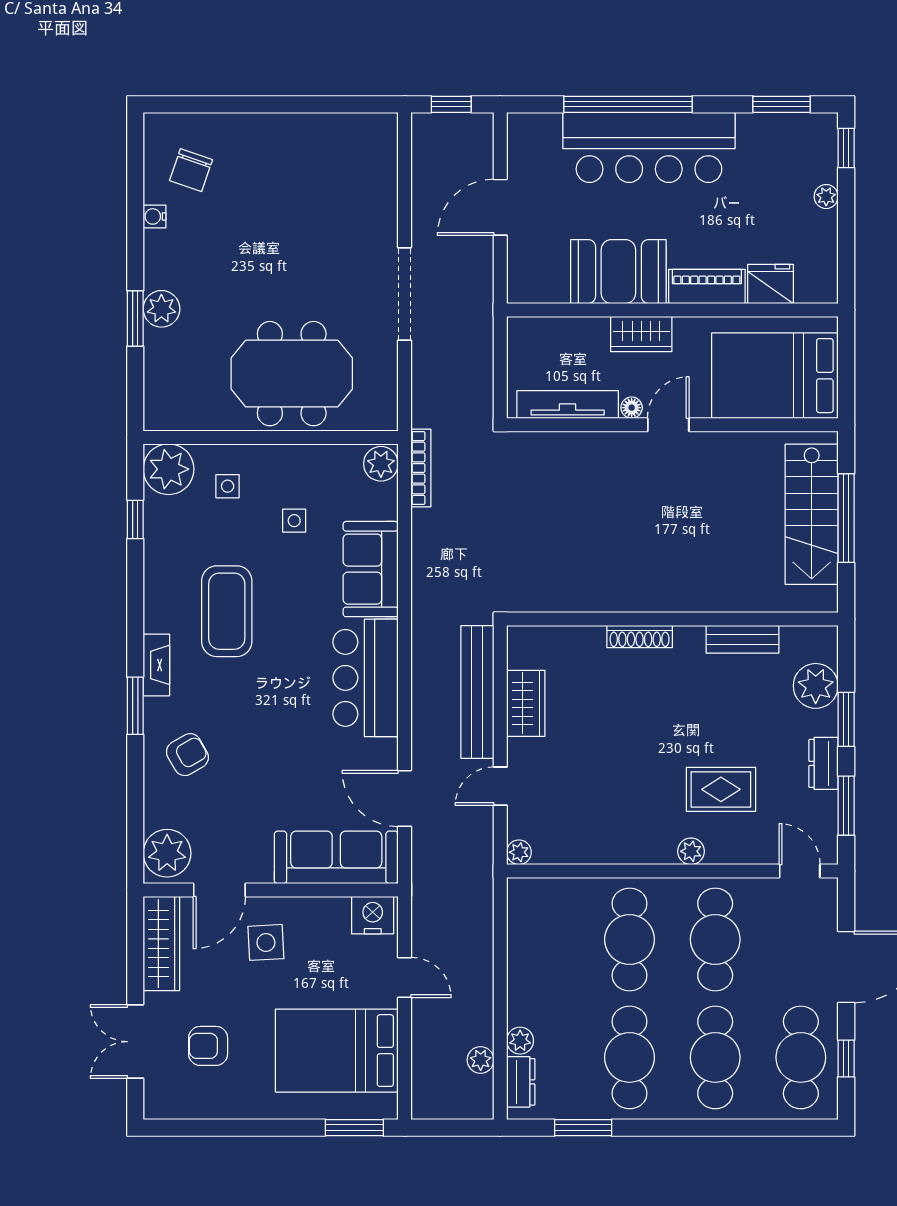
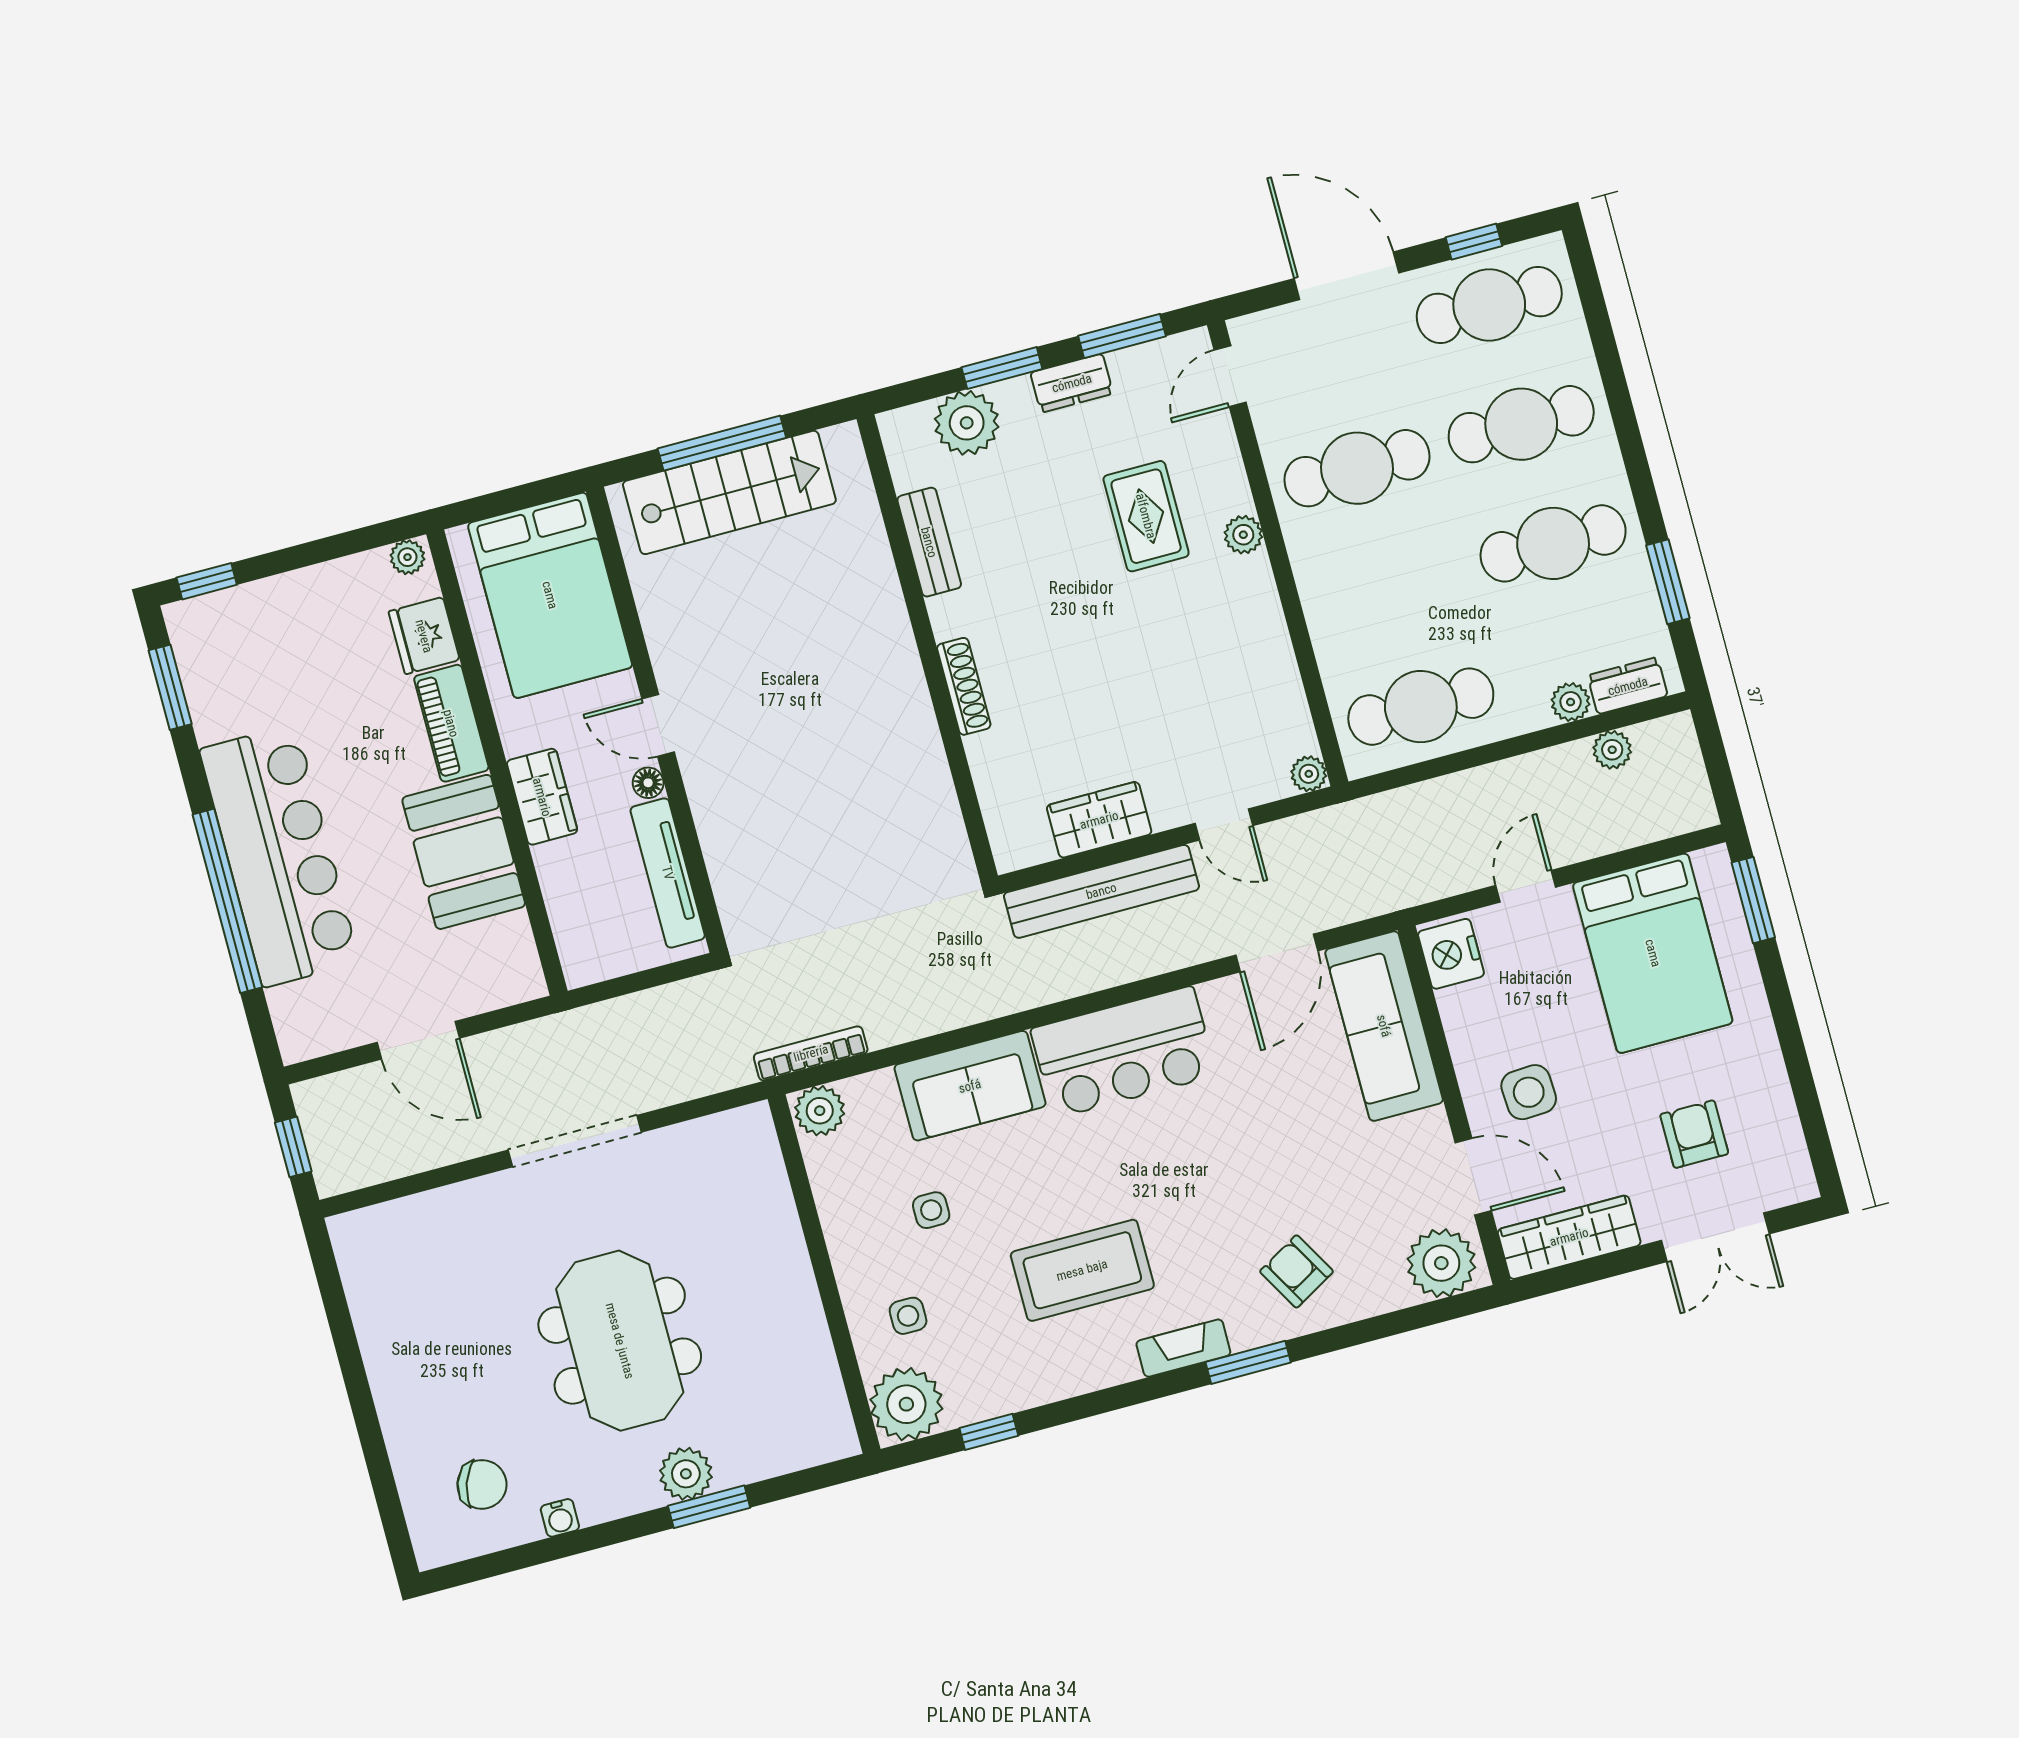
plant: (826, 197) -> (407, 557), moved
meeting table: (292, 374) -> (620, 1341), moved
cafe table: (630, 939) -> (1421, 707), moved
armchair: (208, 1046) -> (1694, 1134), turned 180

